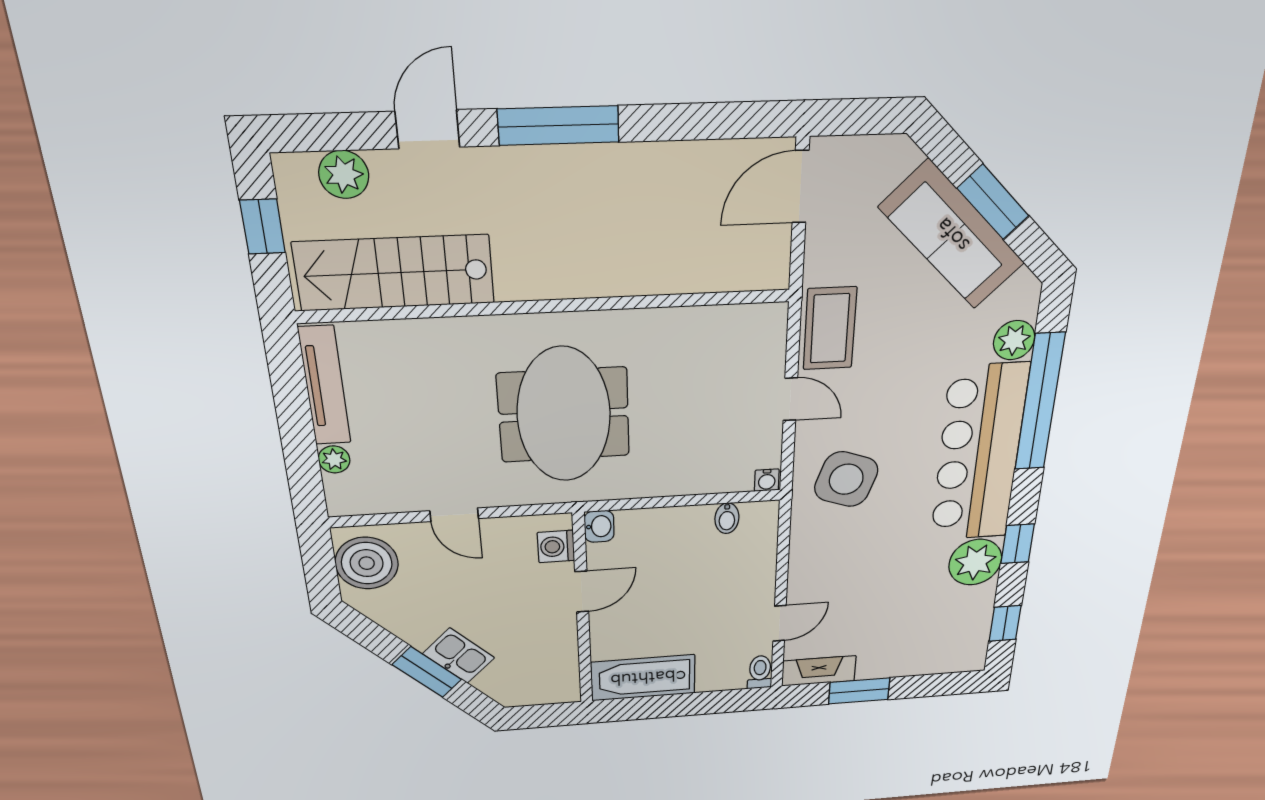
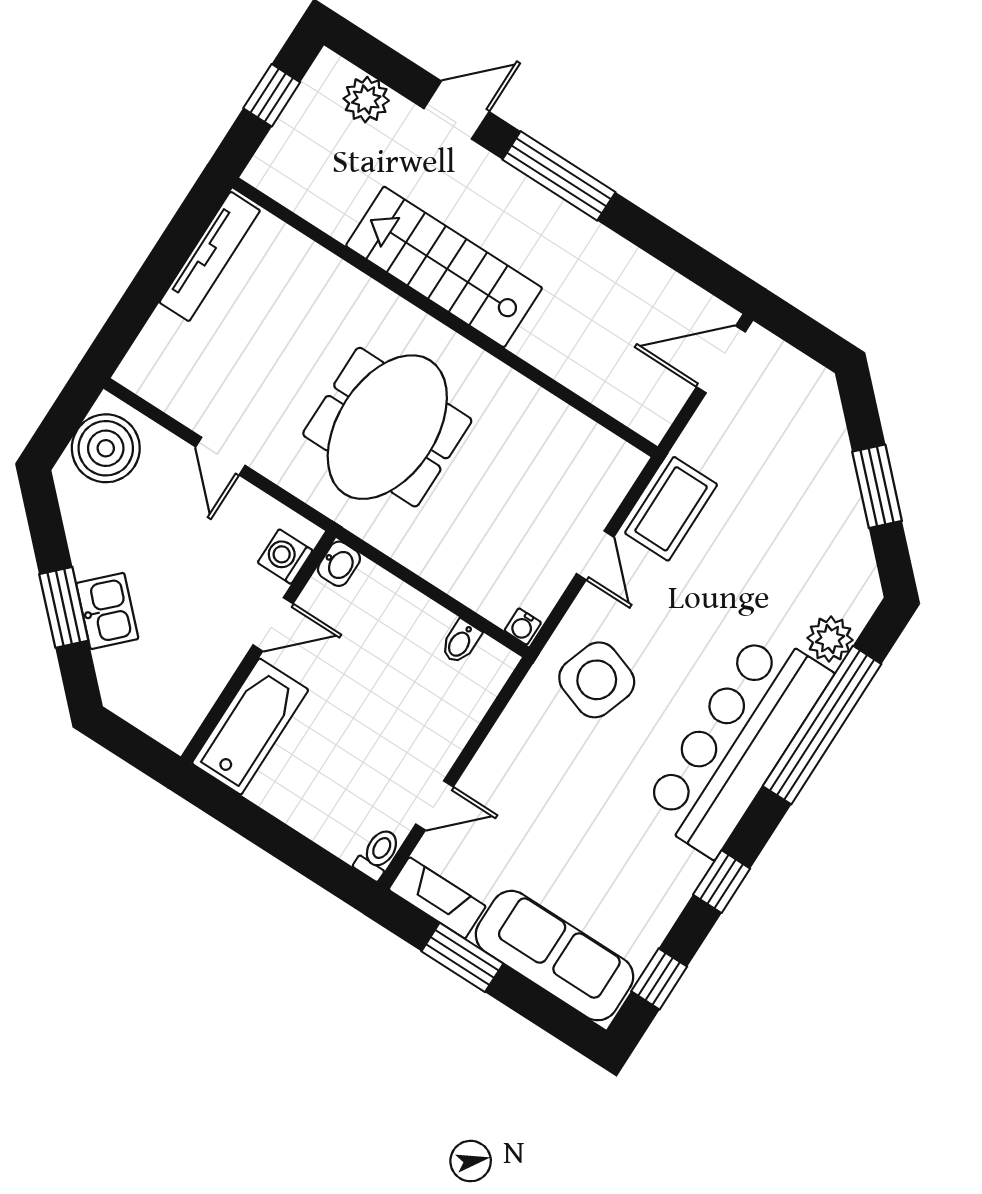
sofa: (952, 235) -> (554, 956), moved, turned 135
stairs: (395, 273) -> (444, 267), moved
plant: (334, 459) -> (162, 328), removed
plant: (975, 562) -> (668, 874), removed
bathtub: (643, 678) -> (250, 727), moved, turned 90

